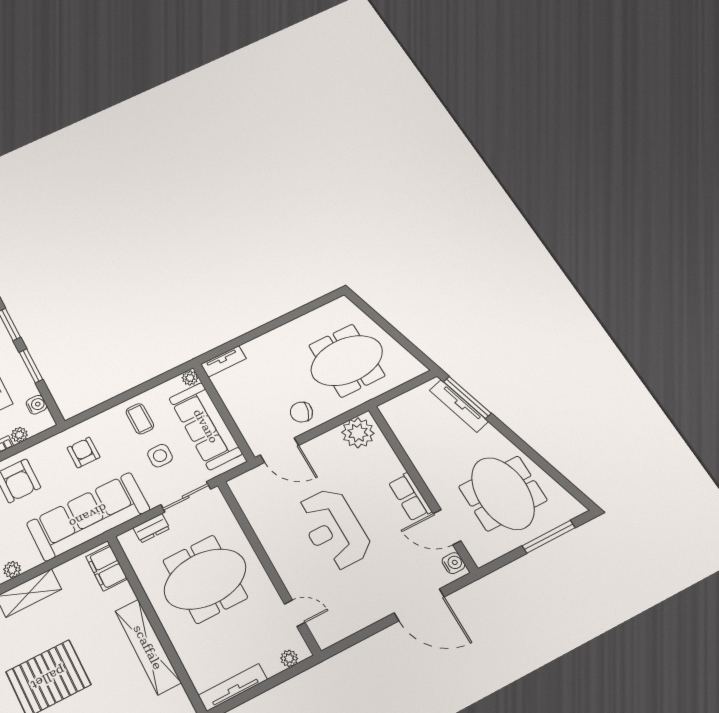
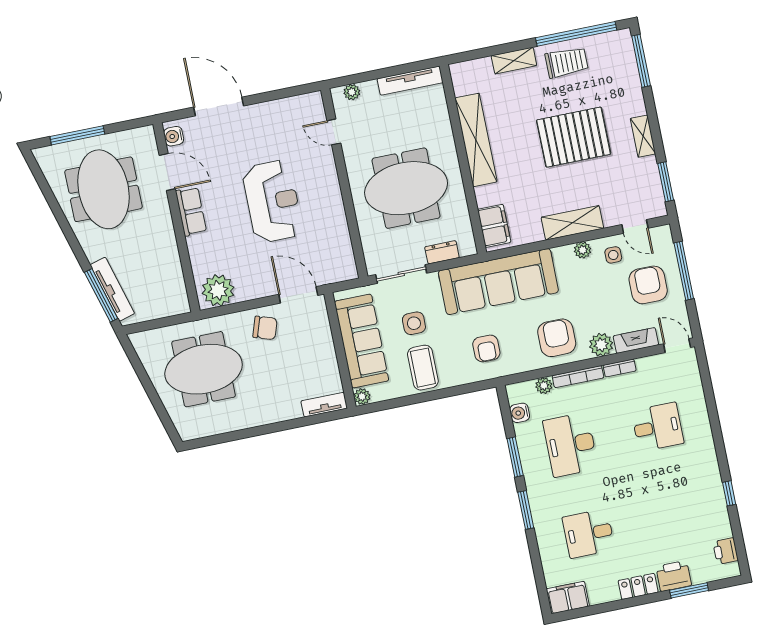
coffee table: (140, 419) -> (423, 368), width x1.36, depth x1.30

